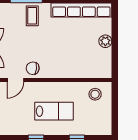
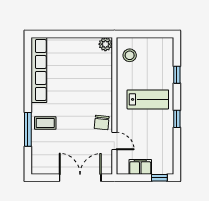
plant: (105, 41) -> (105, 44), moved
lab bench: (54, 111) -> (148, 99), turned 90

